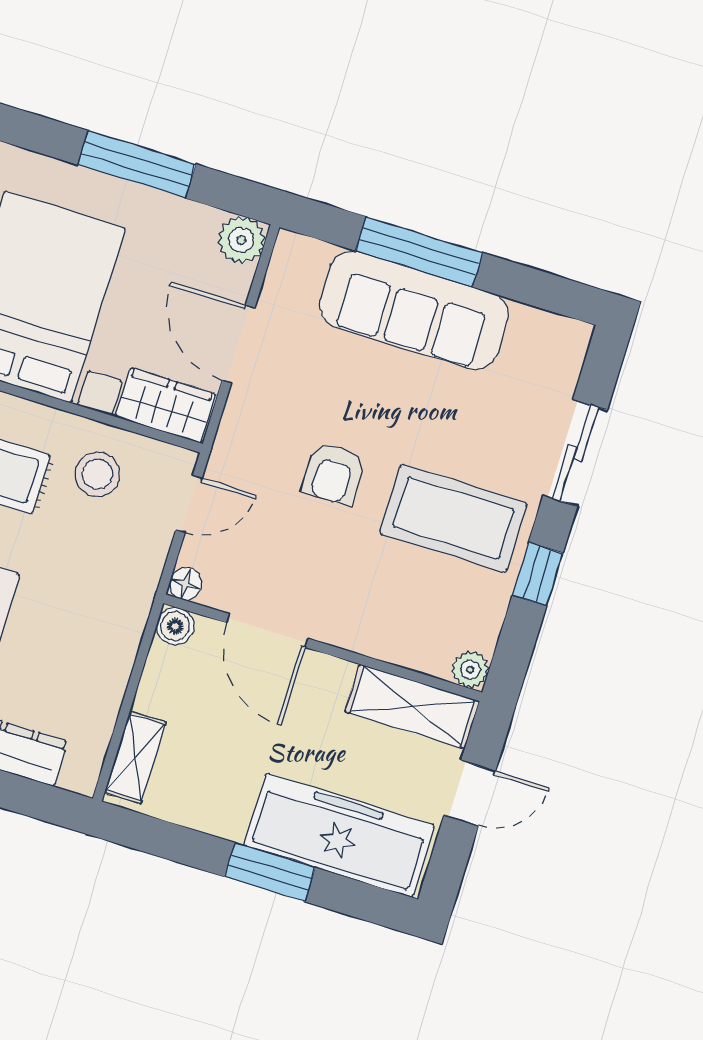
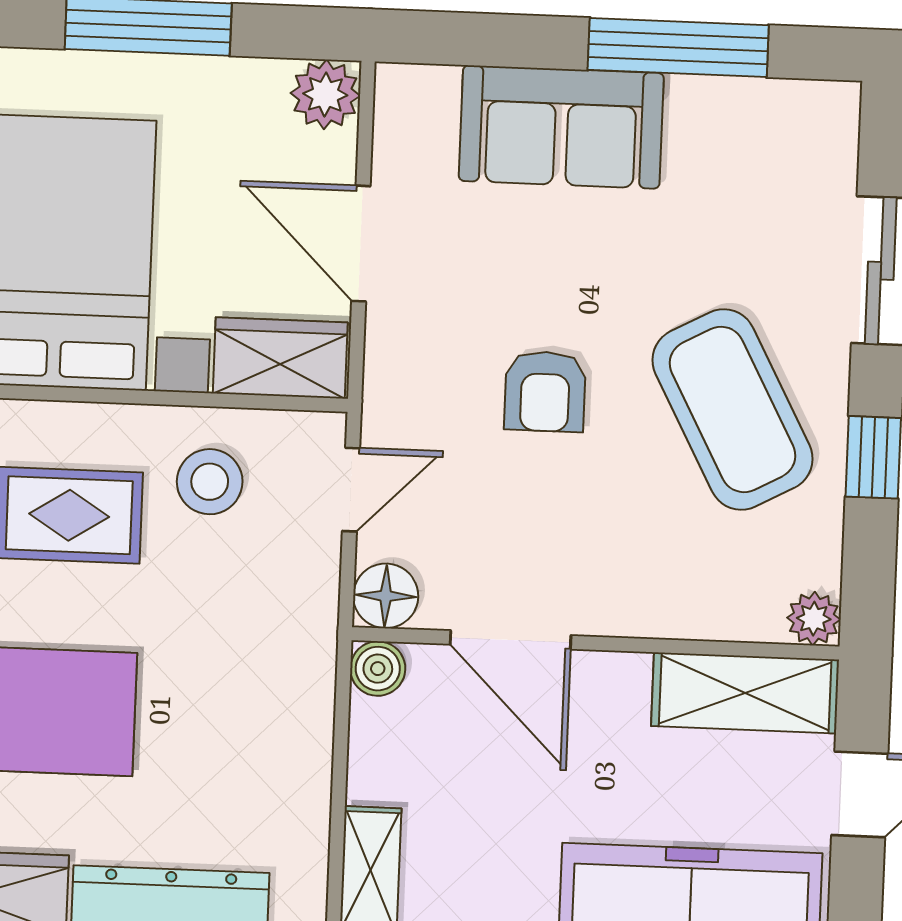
window: (419, 252) -> (678, 48), moved
sofa: (414, 310) -> (561, 127), width x0.73
coffee table: (453, 518) -> (733, 409), turned 62
floor lamp: (186, 584) -> (386, 596), width x1.37, depth x1.37

